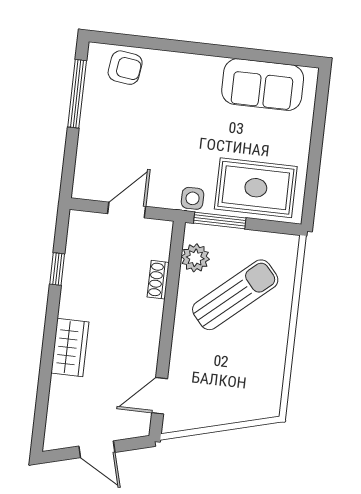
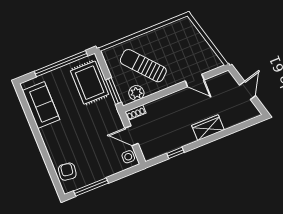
window: (315, 157) -> (61, 64), added
side table: (193, 198) -> (128, 157), moved
shoe rack: (158, 280) -> (135, 112), moved
door: (160, 396) -> (195, 80), moved

